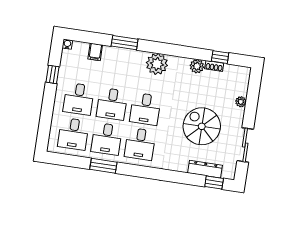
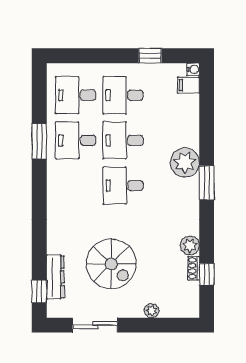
window: (125, 43) -> (207, 183), moved
filing cabinet: (95, 52) -> (189, 85), moved
plant: (157, 64) -> (185, 162), moved
spiral stairs: (202, 126) -> (111, 264), turned 90
desk: (140, 144) -> (76, 186), removed

